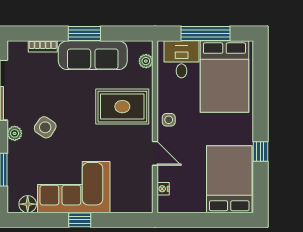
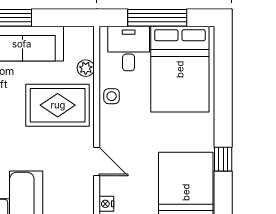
plant: (146, 61) -> (86, 68), moved
side table: (169, 120) -> (112, 96), moved

